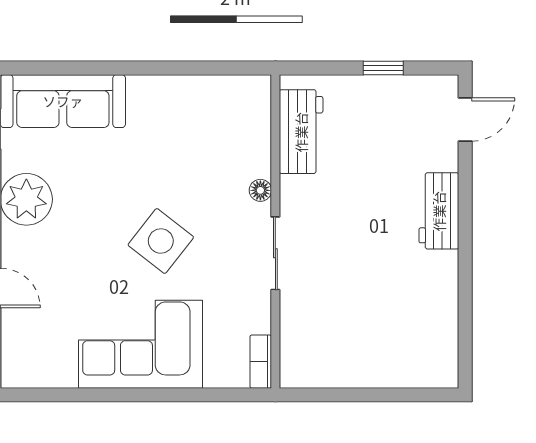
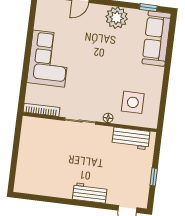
side table: (161, 241) -> (133, 102), moved, turned -38
bookcase: (261, 362) -> (41, 110), width x1.56

